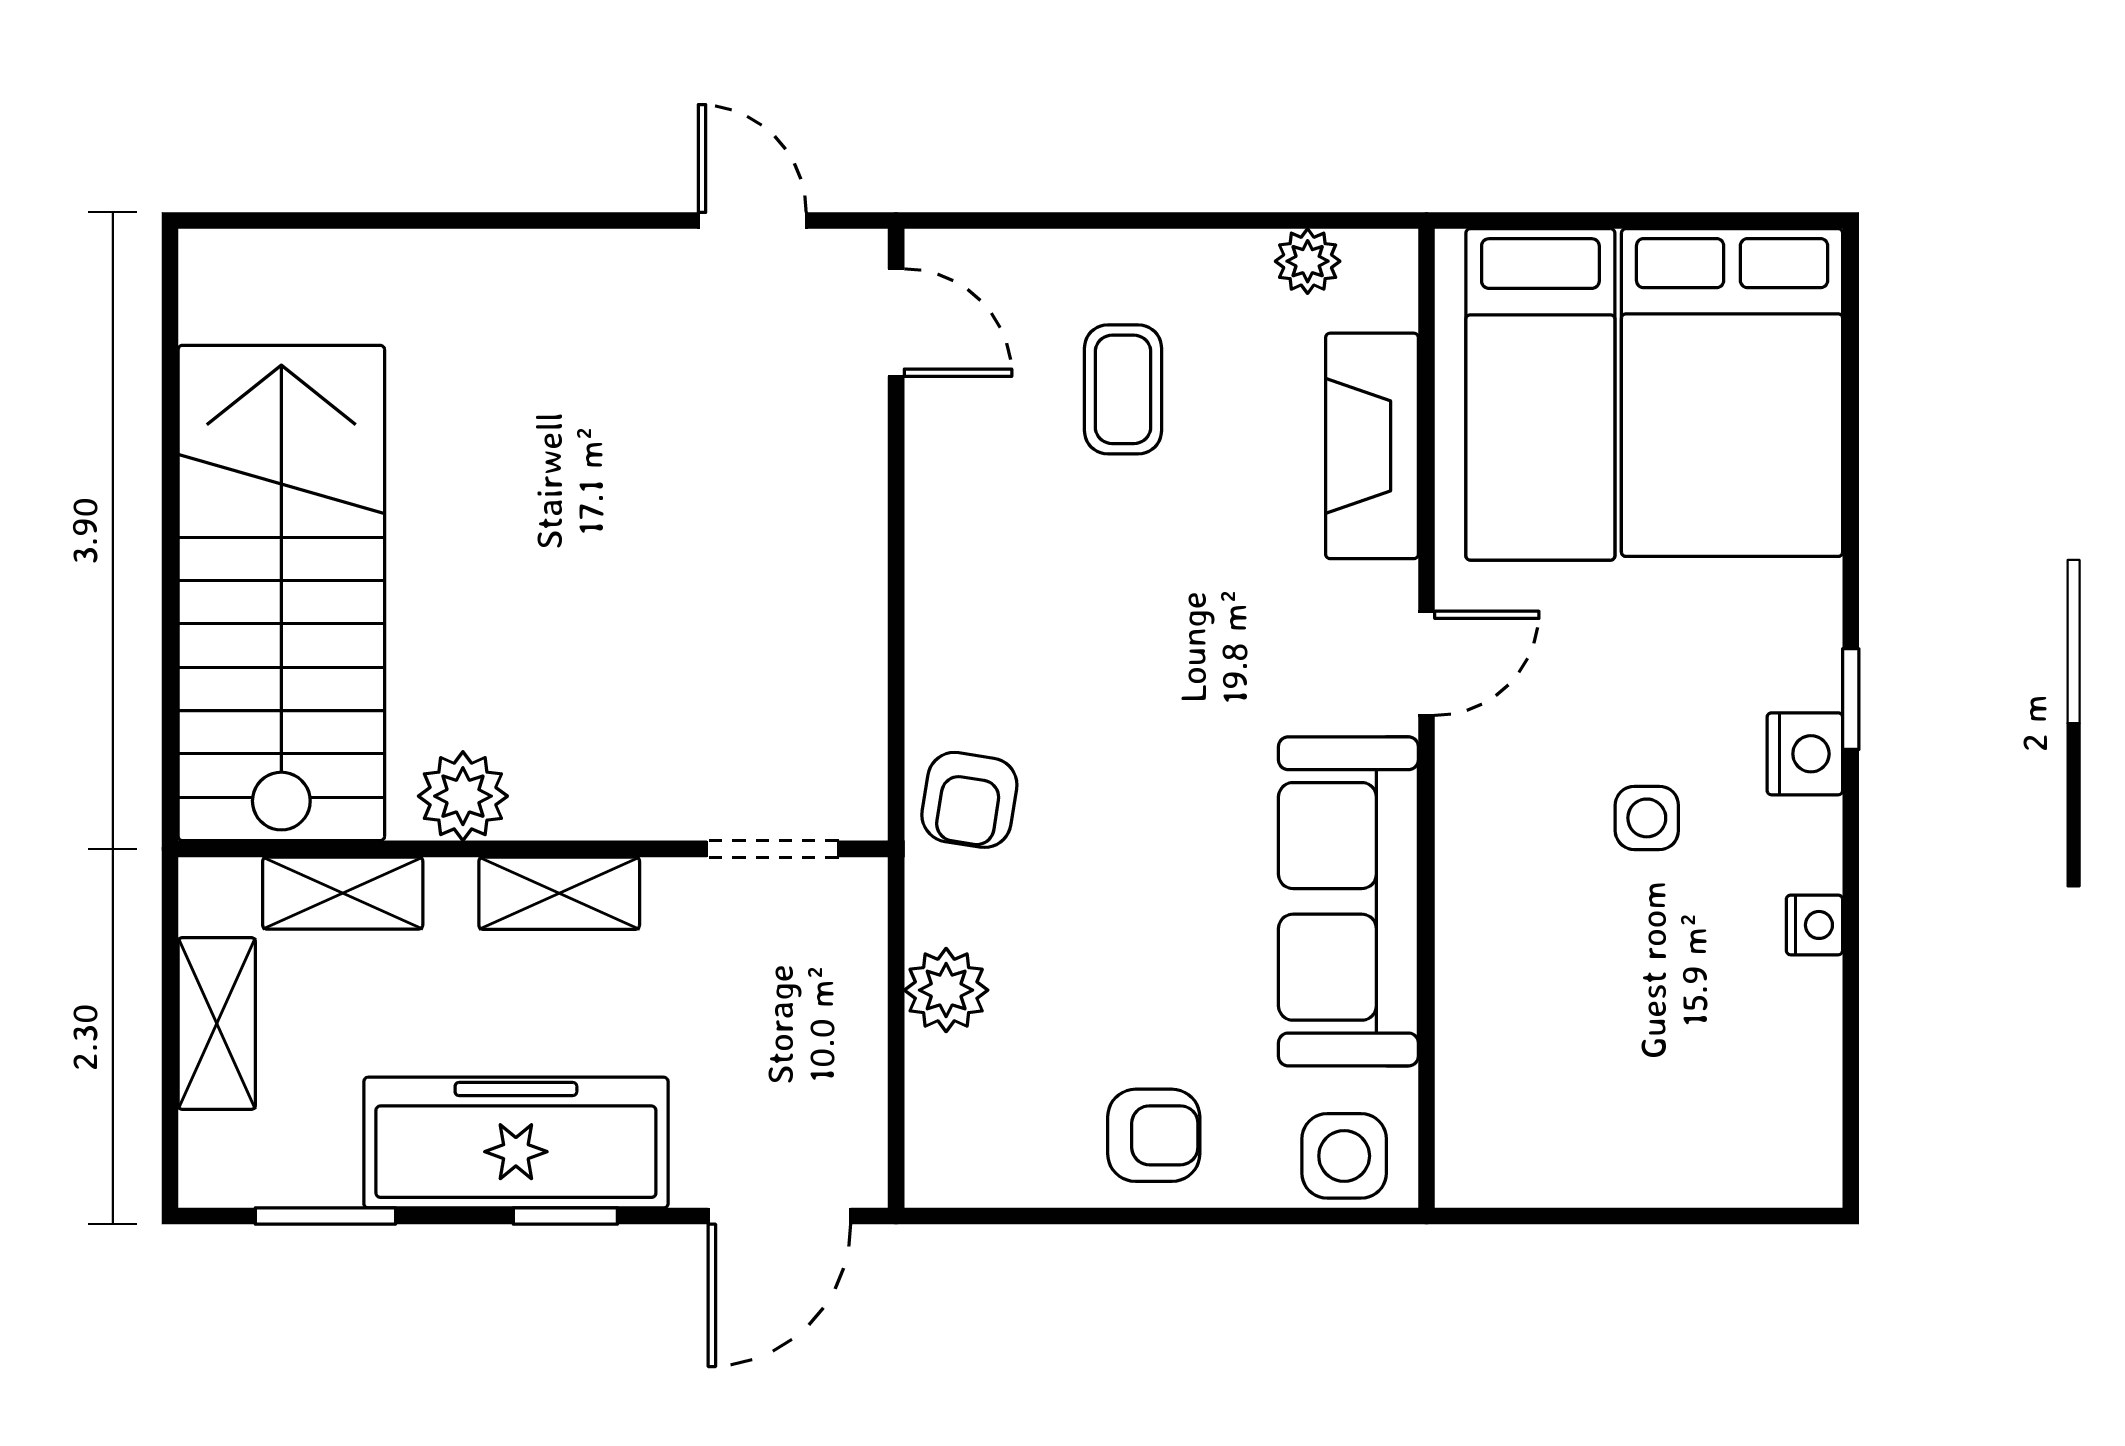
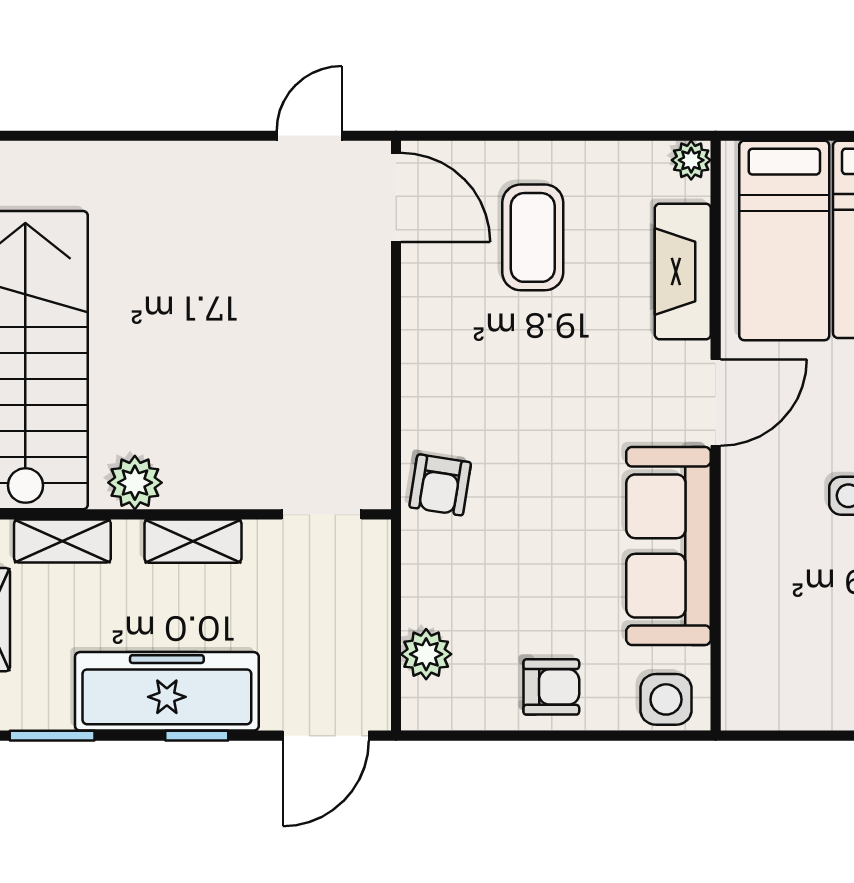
door: (752, 221) -> (309, 136), hinge flipped
plant: (1308, 261) -> (691, 160), moved
door: (896, 323) -> (396, 197), width x1.38
coffee table: (1123, 389) -> (533, 237), width x1.36, depth x1.30
door: (1426, 663) -> (716, 403), width x1.37
plant: (946, 990) -> (426, 654), moved

